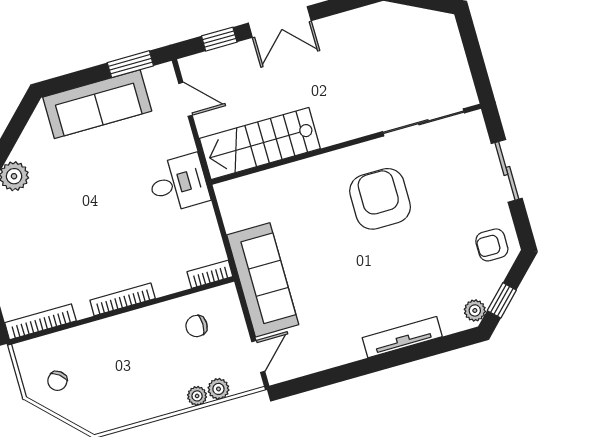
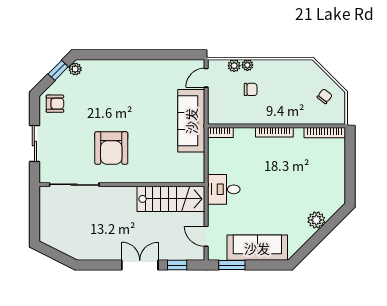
chair: (196, 326) -> (251, 89), moved
tv unit: (402, 337) -> (121, 66), removed

